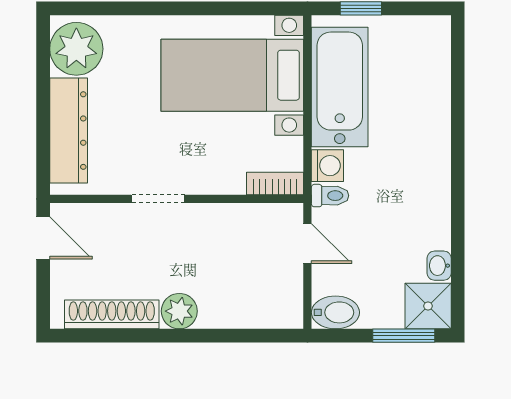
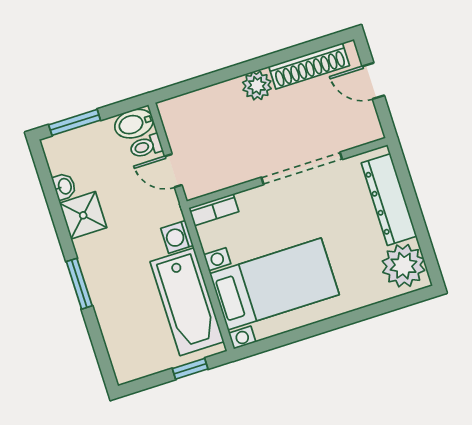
window: (458, 148) -> (79, 284), added
toilet: (330, 196) -> (146, 146), moved
doorway: (158, 199) -> (302, 168), width x1.88
door: (43, 238) -> (373, 81), moved
shower: (428, 306) -> (83, 215), moved

